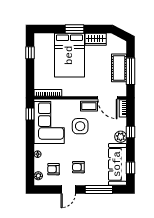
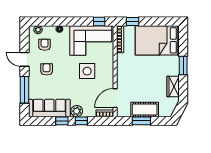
window: (30, 53) -> (132, 22), moved
bed: (69, 55) -> (157, 40), moved
window: (131, 71) -> (141, 121), width x0.69
coffee table: (89, 106) -> (107, 80), removed
window: (131, 168) -> (62, 121), moved

